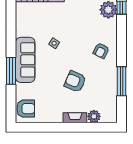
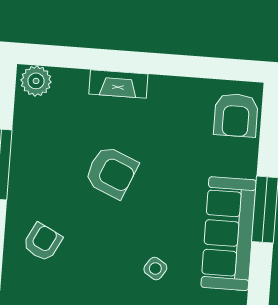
armchair: (26, 109) -> (236, 115), turned -90
plant: (94, 116) -> (36, 81), moved

